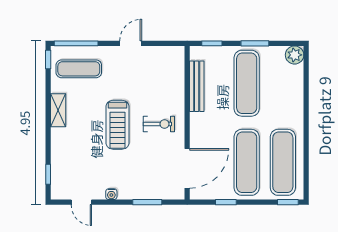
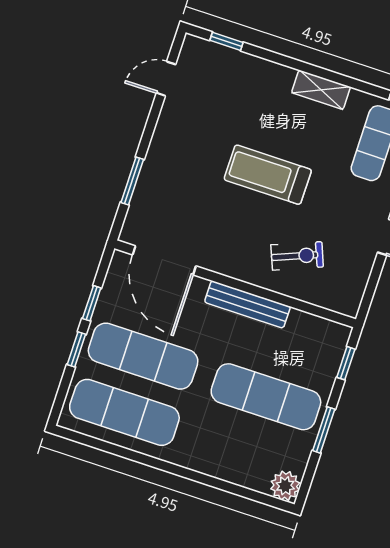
bench: (197, 86) -> (247, 304), moved
exercise bike: (159, 124) -> (297, 256), moved, turned -112
water cooler: (111, 194) -> (163, 129), removed
window: (288, 202) -> (76, 349), moved

